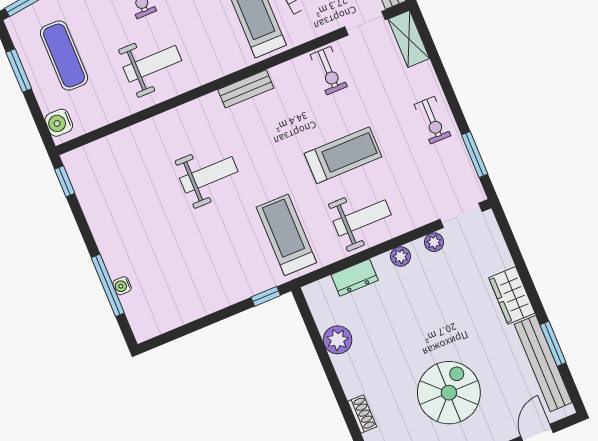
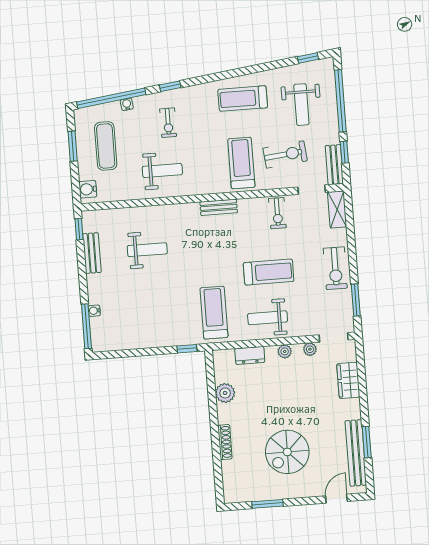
exercise bike: (432, 120) -> (335, 268), width x1.38, depth x1.39
weight bench: (209, 175) -> (147, 250), moved
bench: (93, 208) -> (92, 253), added
weight bench: (362, 218) -> (268, 318), turned 180
window: (108, 285) -> (86, 326), moved
wardrobe: (512, 295) -> (348, 380), moved
spiral stairs: (449, 393) -> (287, 452), turned 180
shoe rack: (362, 414) -> (225, 442), width x1.43

